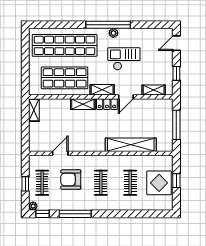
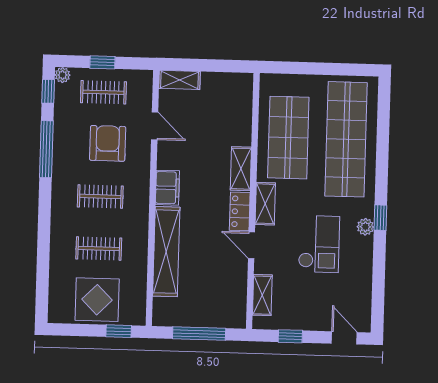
window: (108, 25) -> (380, 218), width x0.32
shelving: (34, 110) -> (179, 80), moved
filing cabinet: (95, 145) -> (167, 188), added
window: (176, 181) -> (119, 331), moved

